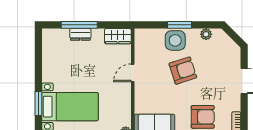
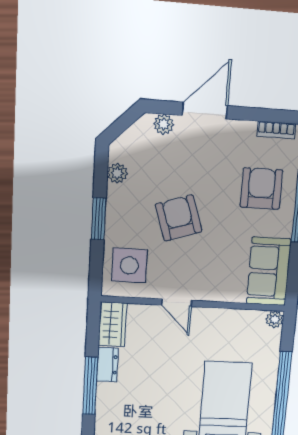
dresser: (80, 34) -> (107, 365), moved
side table: (175, 40) -> (129, 265), moved
plant: (235, 58) -> (164, 124), added

